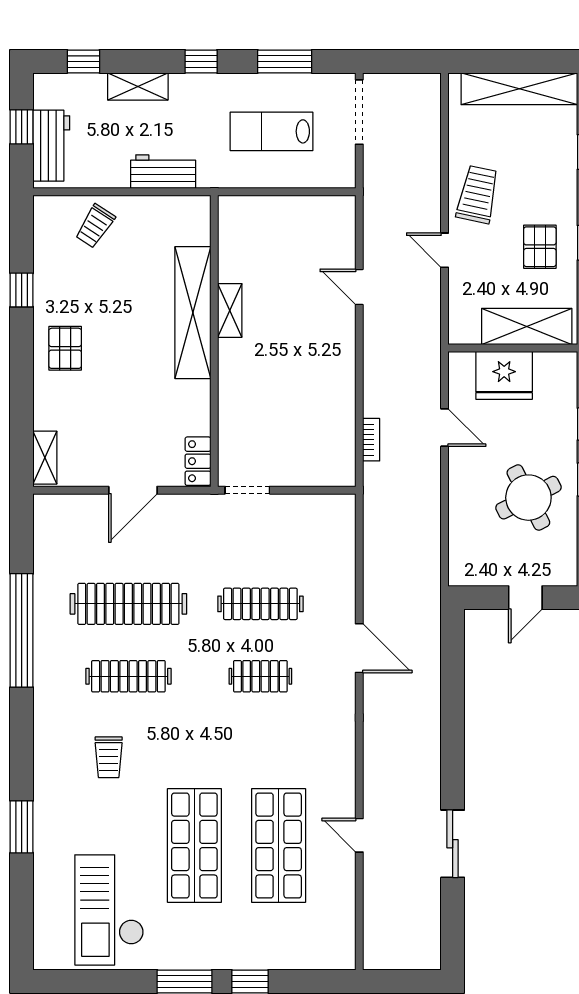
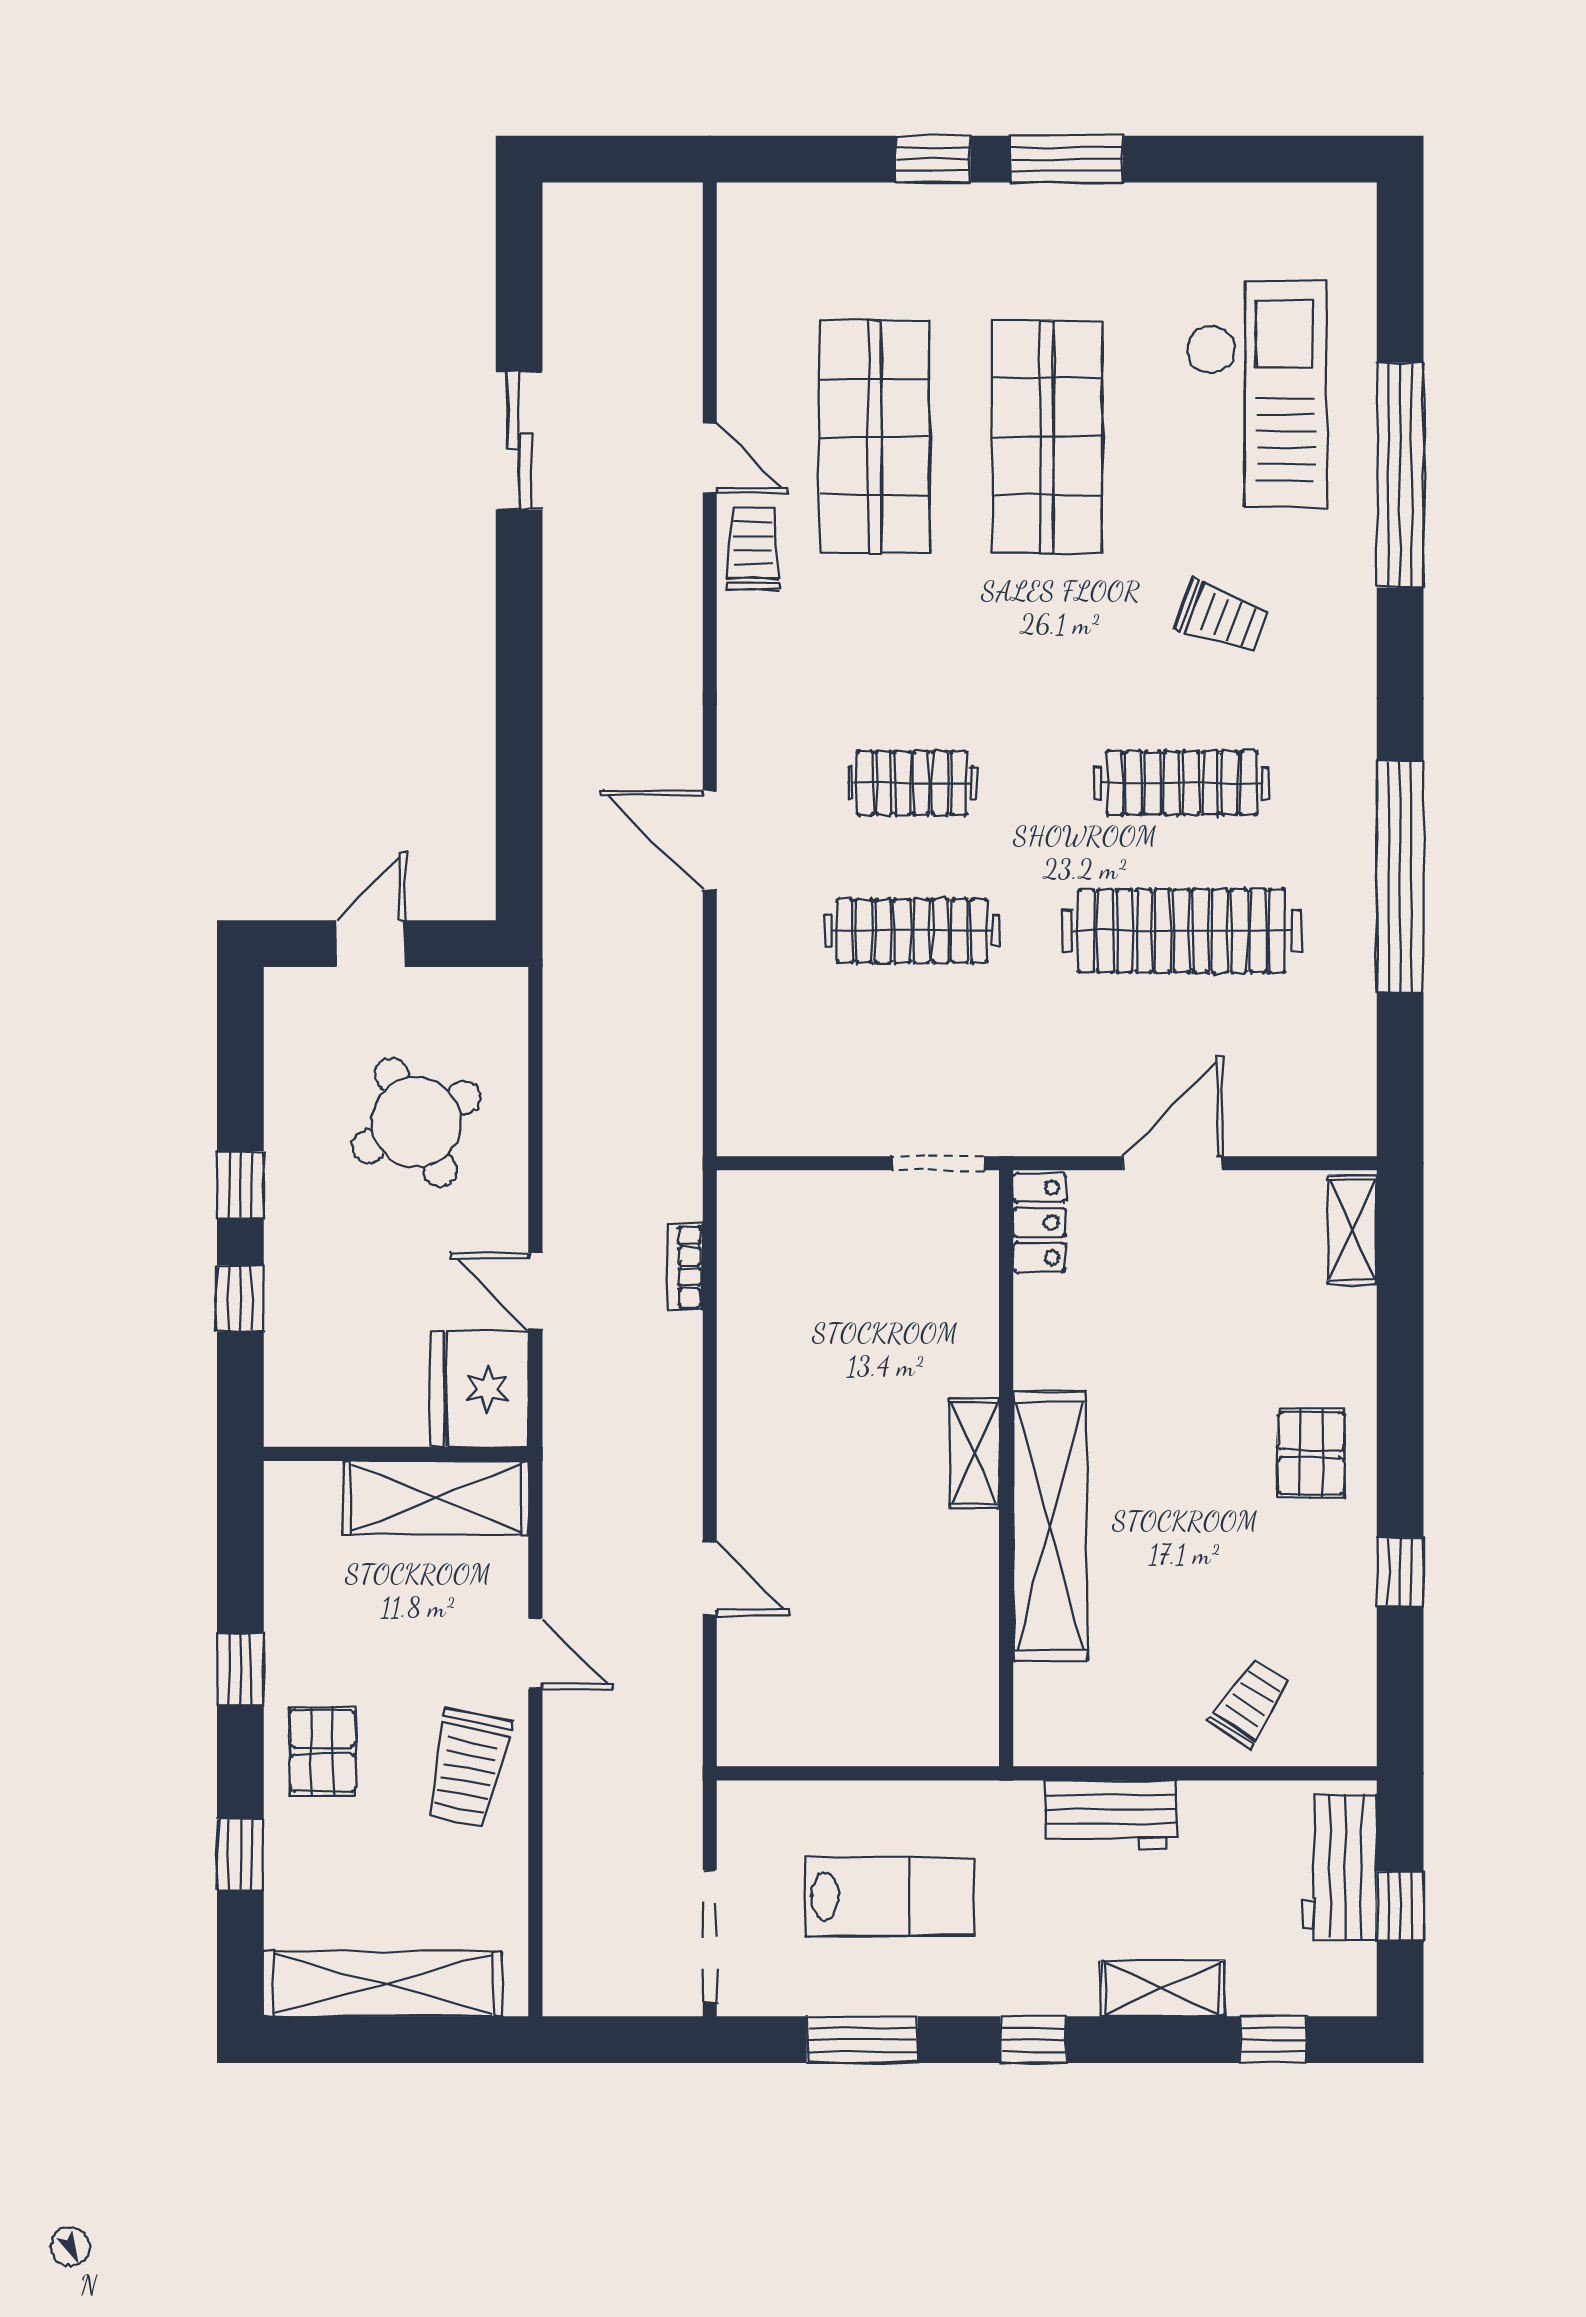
pallet: (540, 247) -> (323, 1751), moved
shelving: (230, 310) -> (974, 1453), moved
shelving: (527, 327) -> (436, 1498), moved
fridge: (504, 375) -> (480, 1389), moved, turned -90
round table: (528, 498) -> (416, 1122), moved
trolley: (109, 757) -> (1222, 617), turned 110
trolley: (338, 791) -> (753, 549), added
window: (22, 827) -> (1400, 475), width x2.11
checkout: (109, 910) -> (1256, 394), moved

